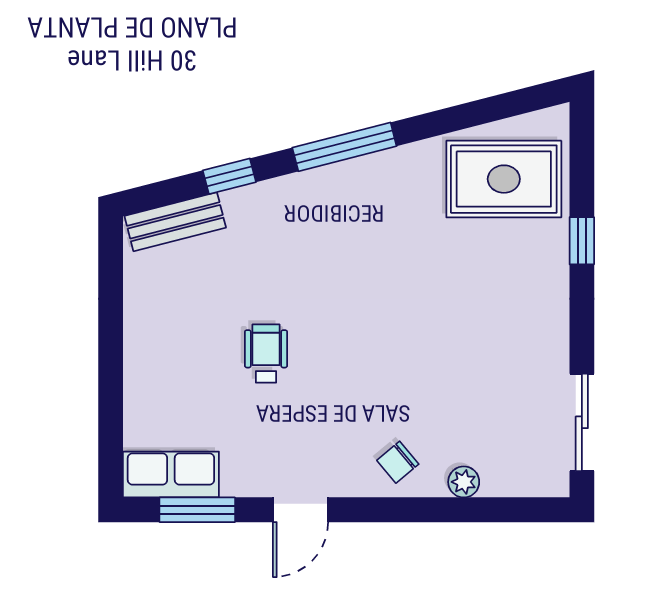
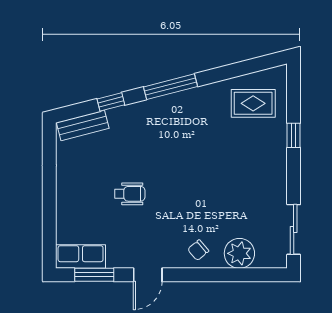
rug: (504, 179) -> (253, 103), width x0.73, depth x0.70
wheelchair: (266, 354) -> (130, 194), turned 90
plant: (464, 482) -> (239, 253), width x1.87, depth x1.87

